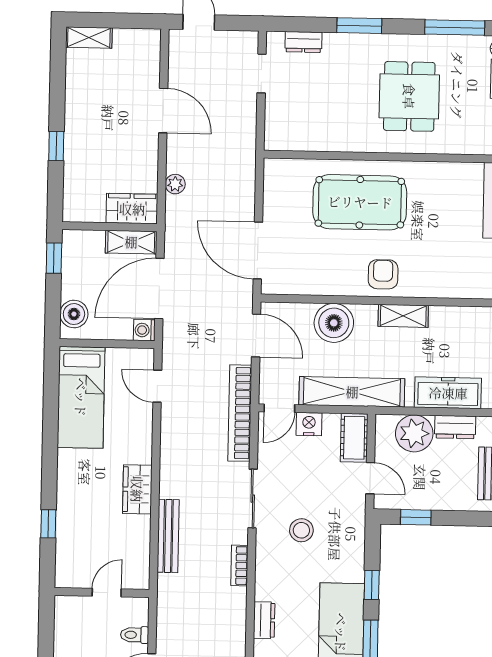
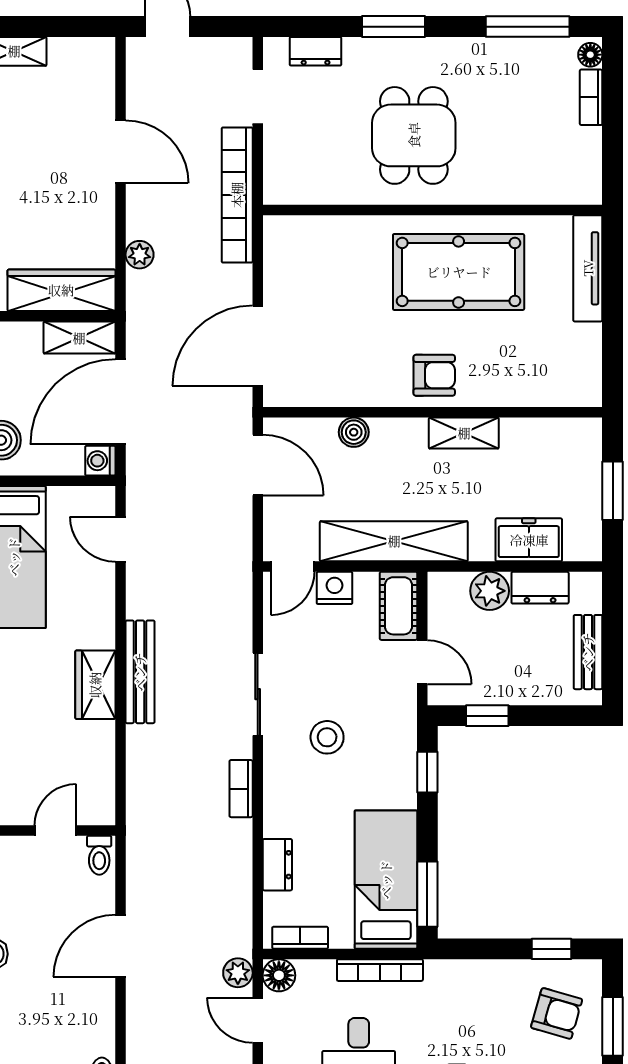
dining table: (409, 96) -> (414, 135), moved
pool table: (360, 202) -> (459, 272), moved
wardrobe: (132, 209) -> (61, 290), width x1.50
door: (258, 251) -> (258, 346), hinge flipped
armchair: (383, 274) -> (434, 375), turned 90
boiler: (334, 323) -> (354, 432), width x0.54, depth x0.54
freezer: (448, 393) -> (529, 540), width x0.71
bookcase: (240, 413) -> (237, 195), moved
plant: (414, 433) -> (490, 591), width x0.73, depth x0.73
bench: (168, 536) -> (140, 672), moved
window: (372, 585) -> (427, 772), moved
toilet: (135, 635) -> (99, 855), moved, turned -90

